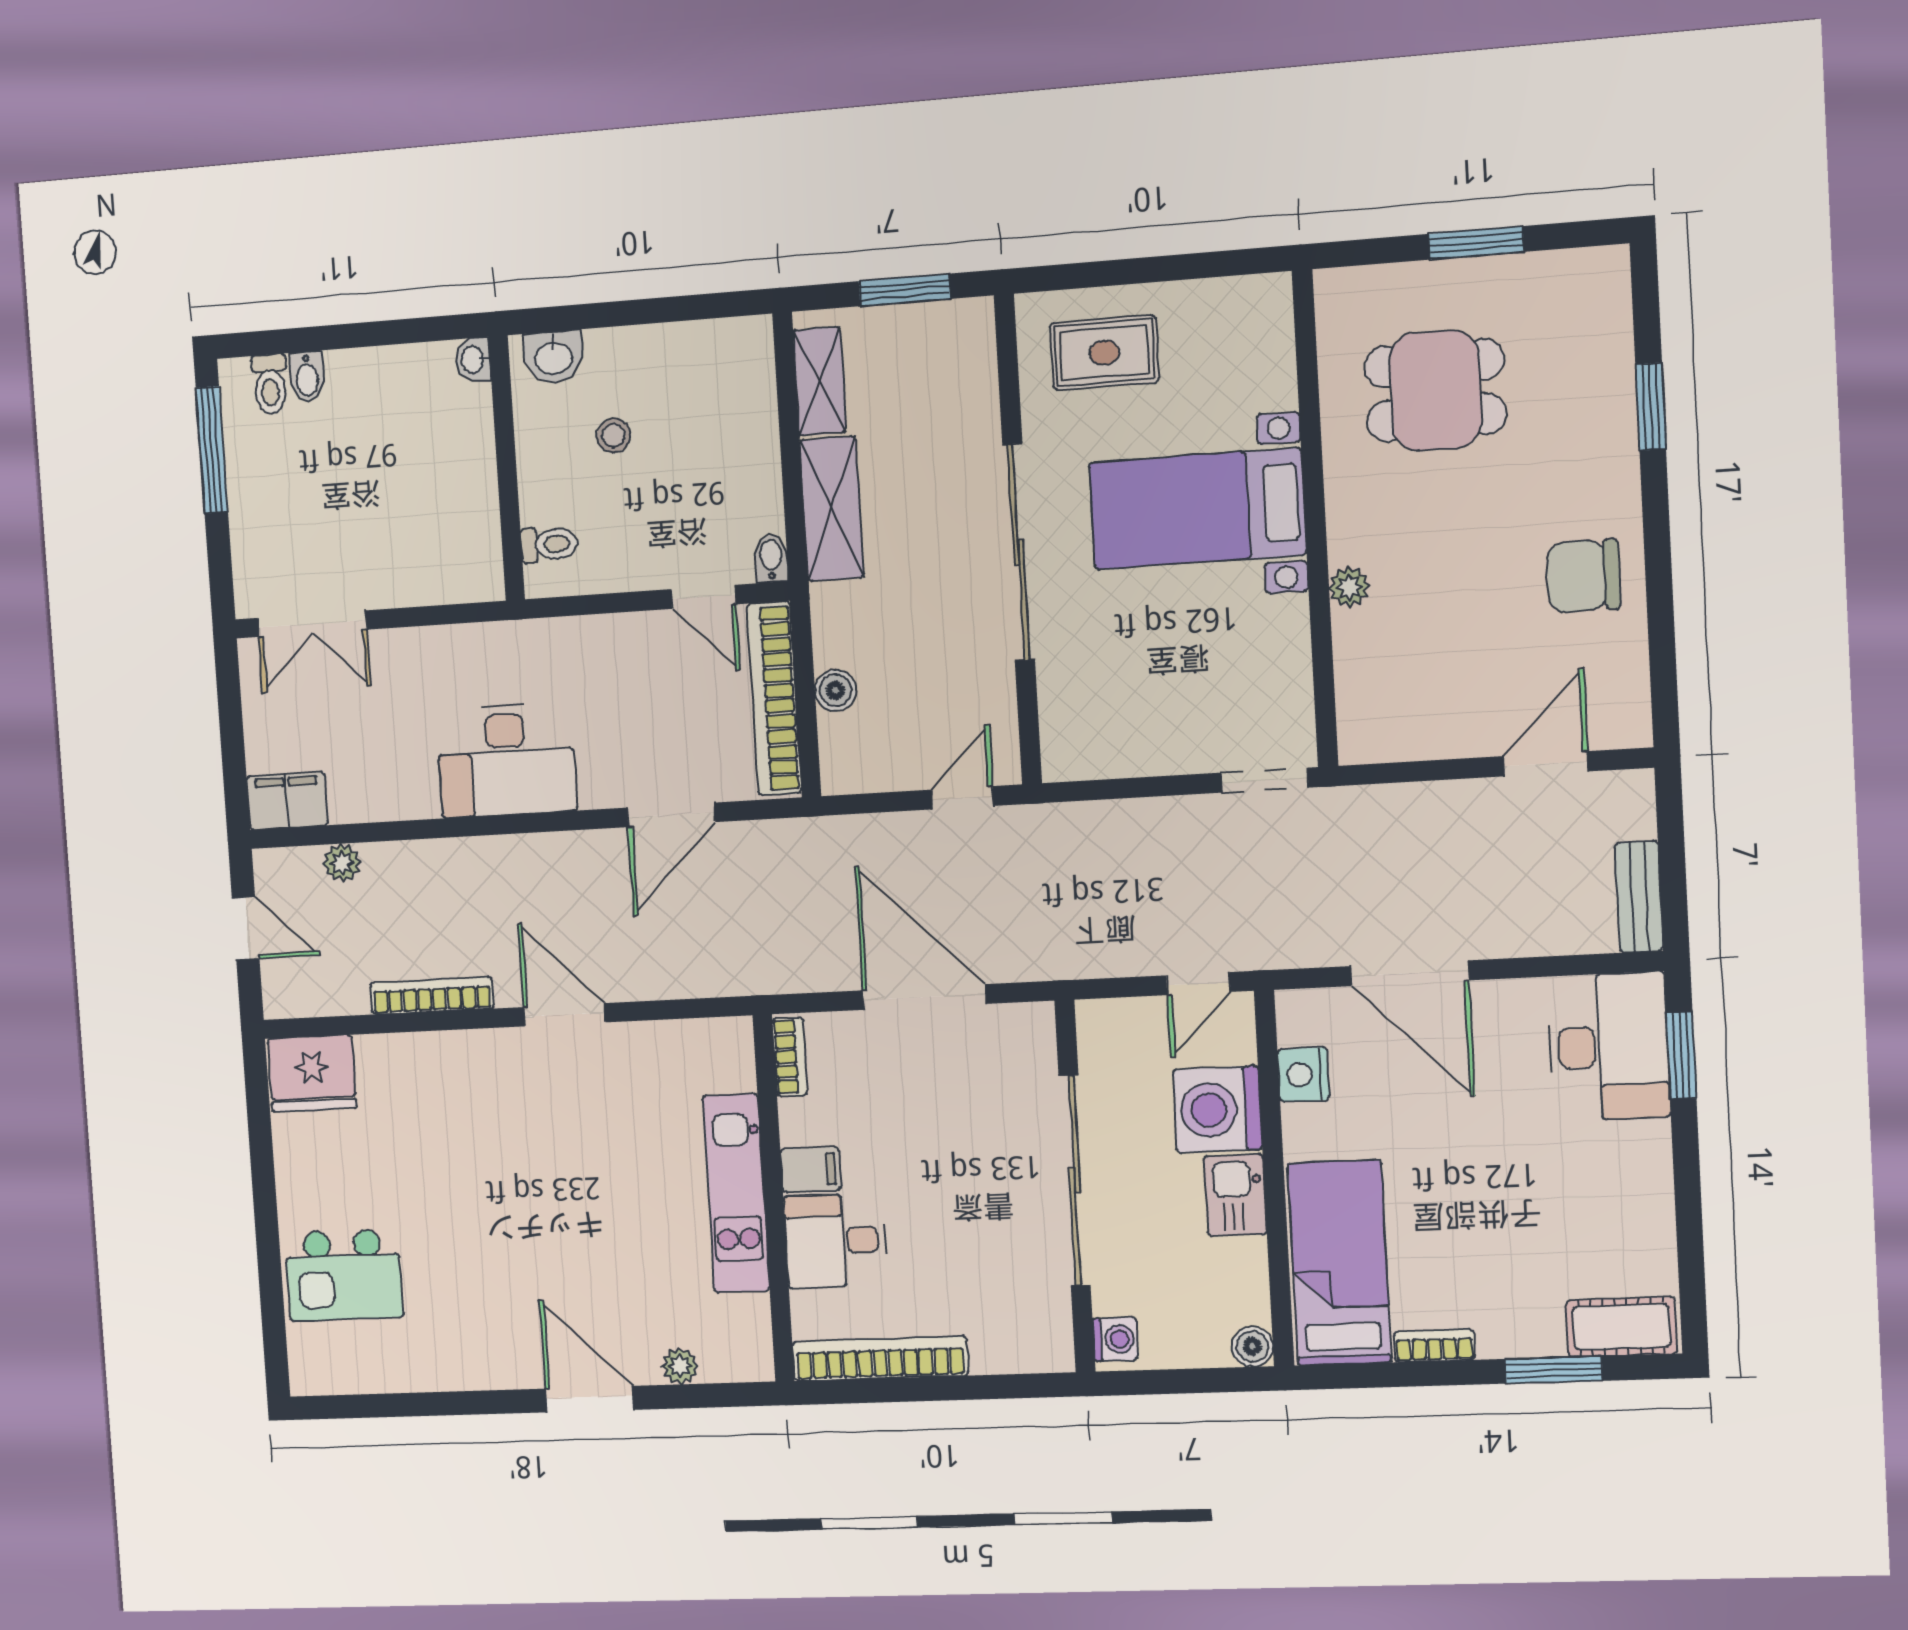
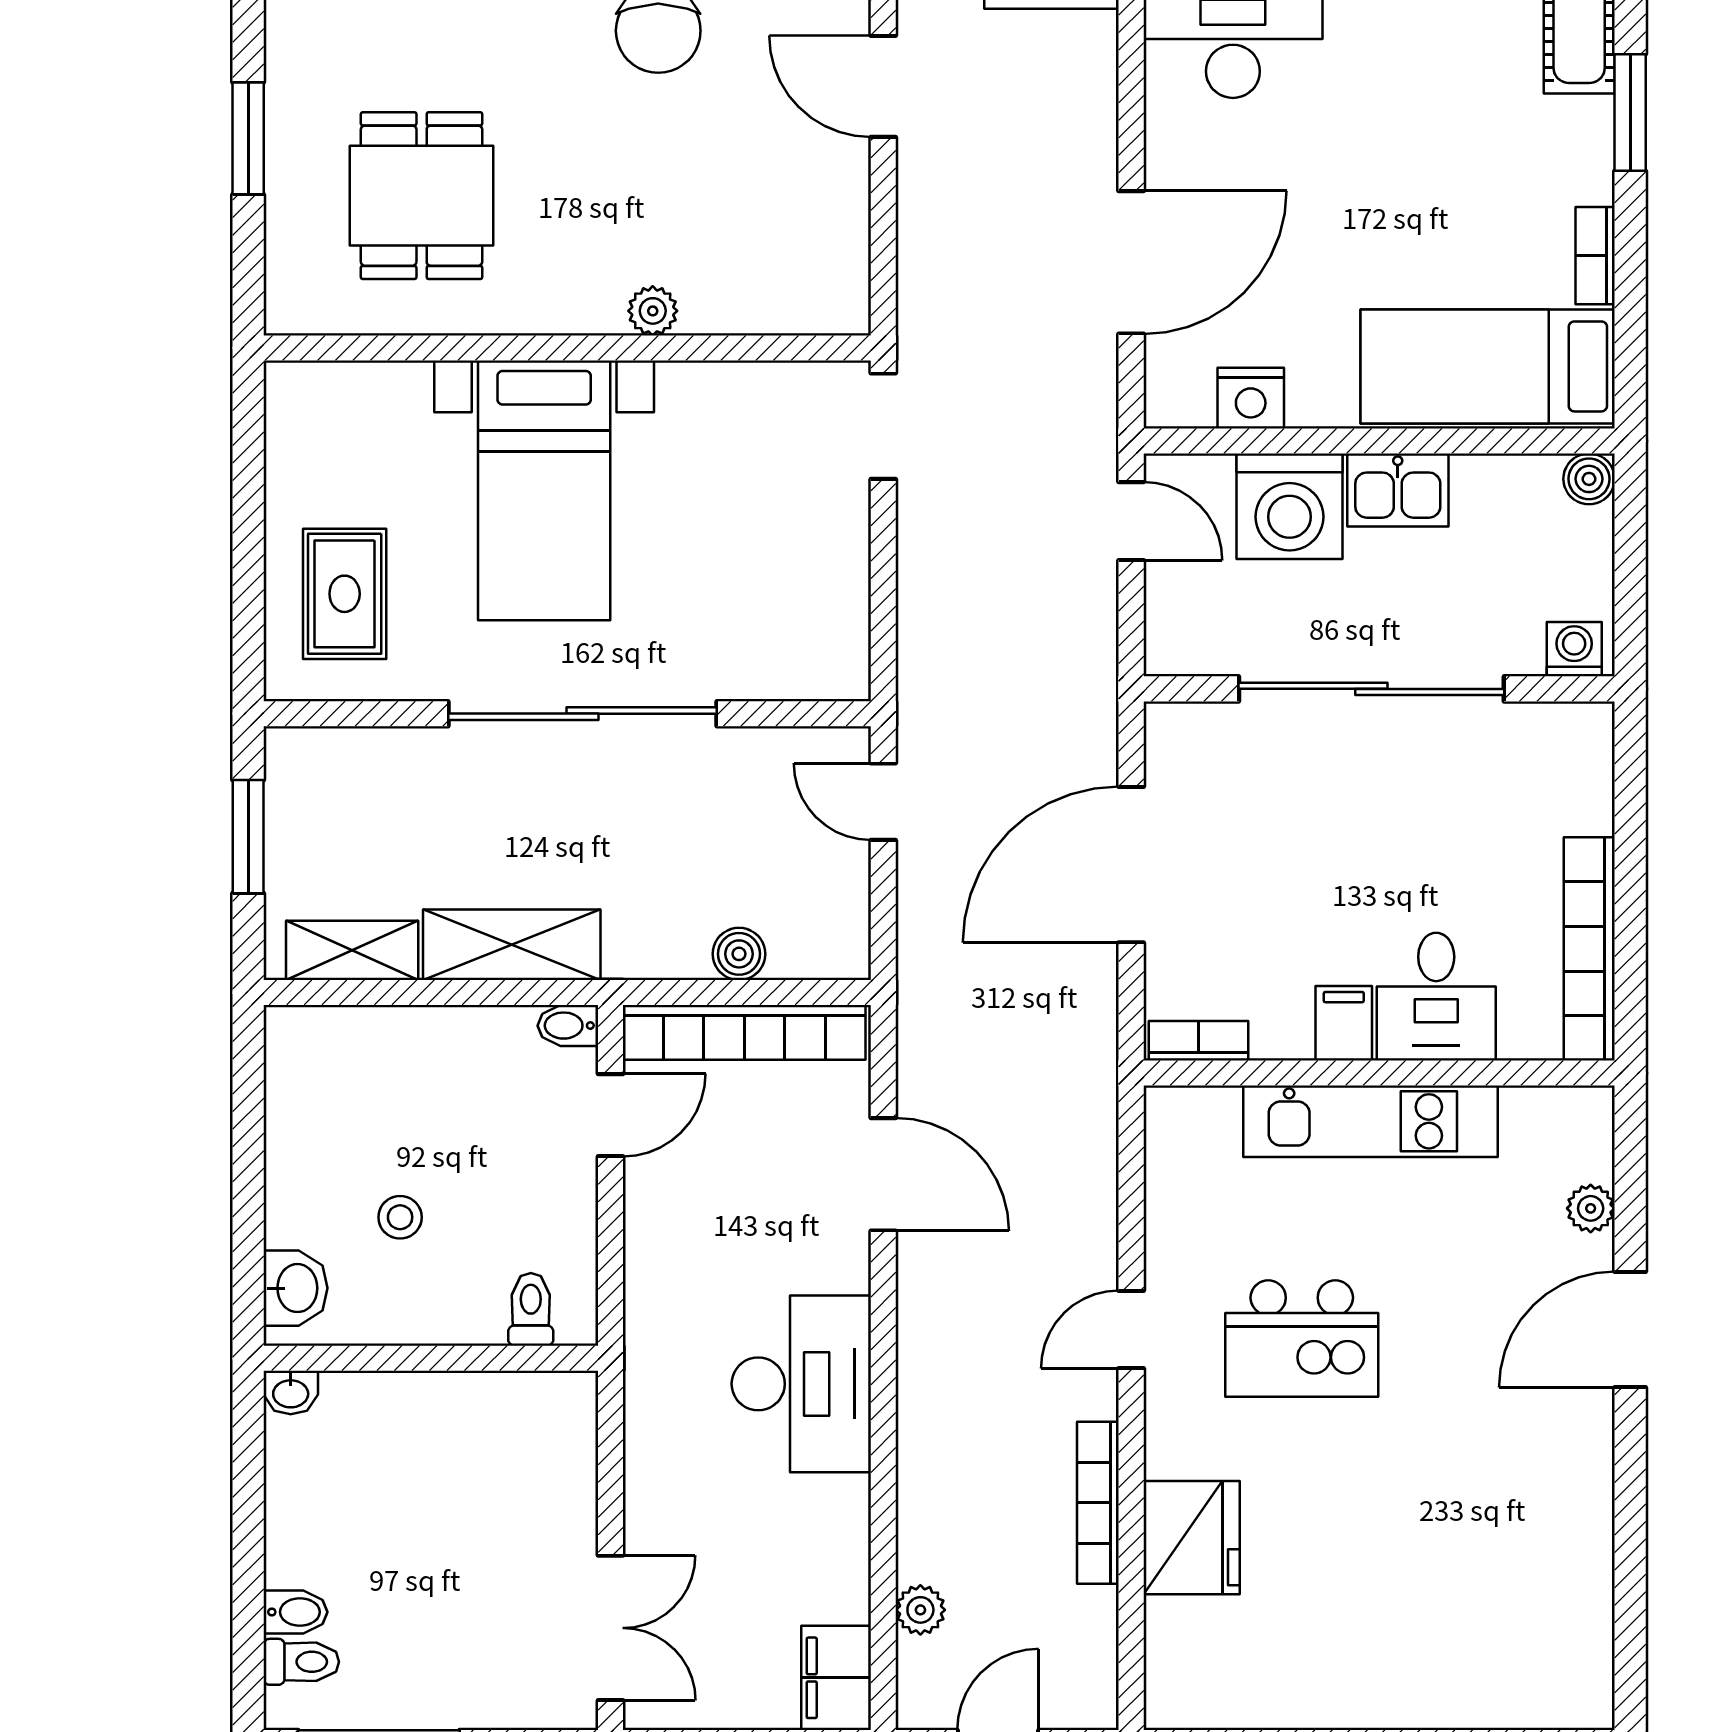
door: (565, 1015) -> (1131, 1330), width x0.73
fridge: (312, 1073) -> (1192, 1538), moved
kitchen island: (344, 1275) -> (1302, 1339), moved, turned 90

